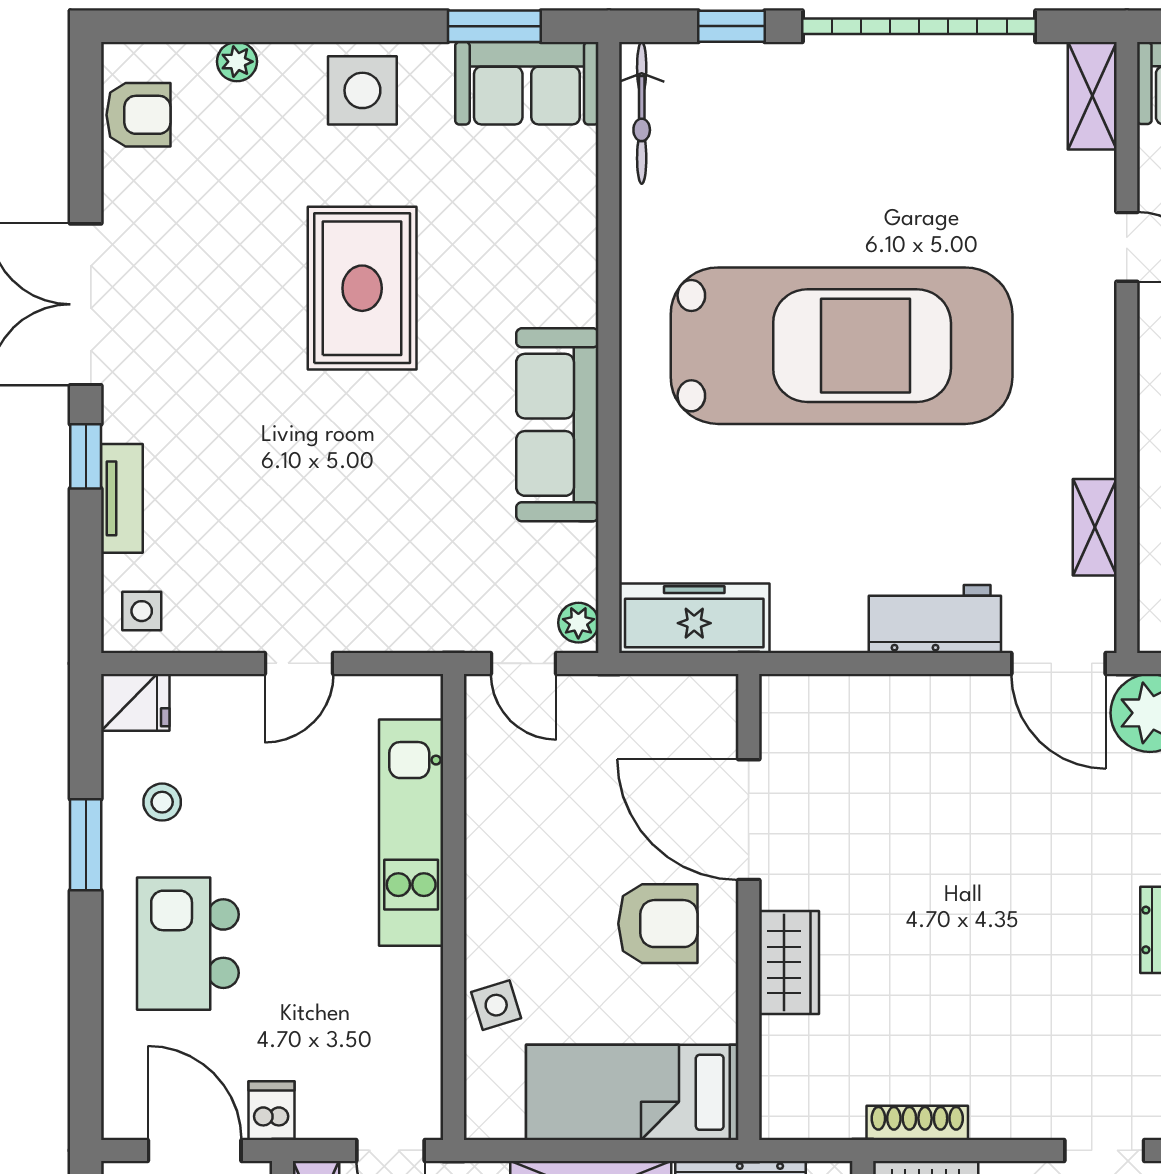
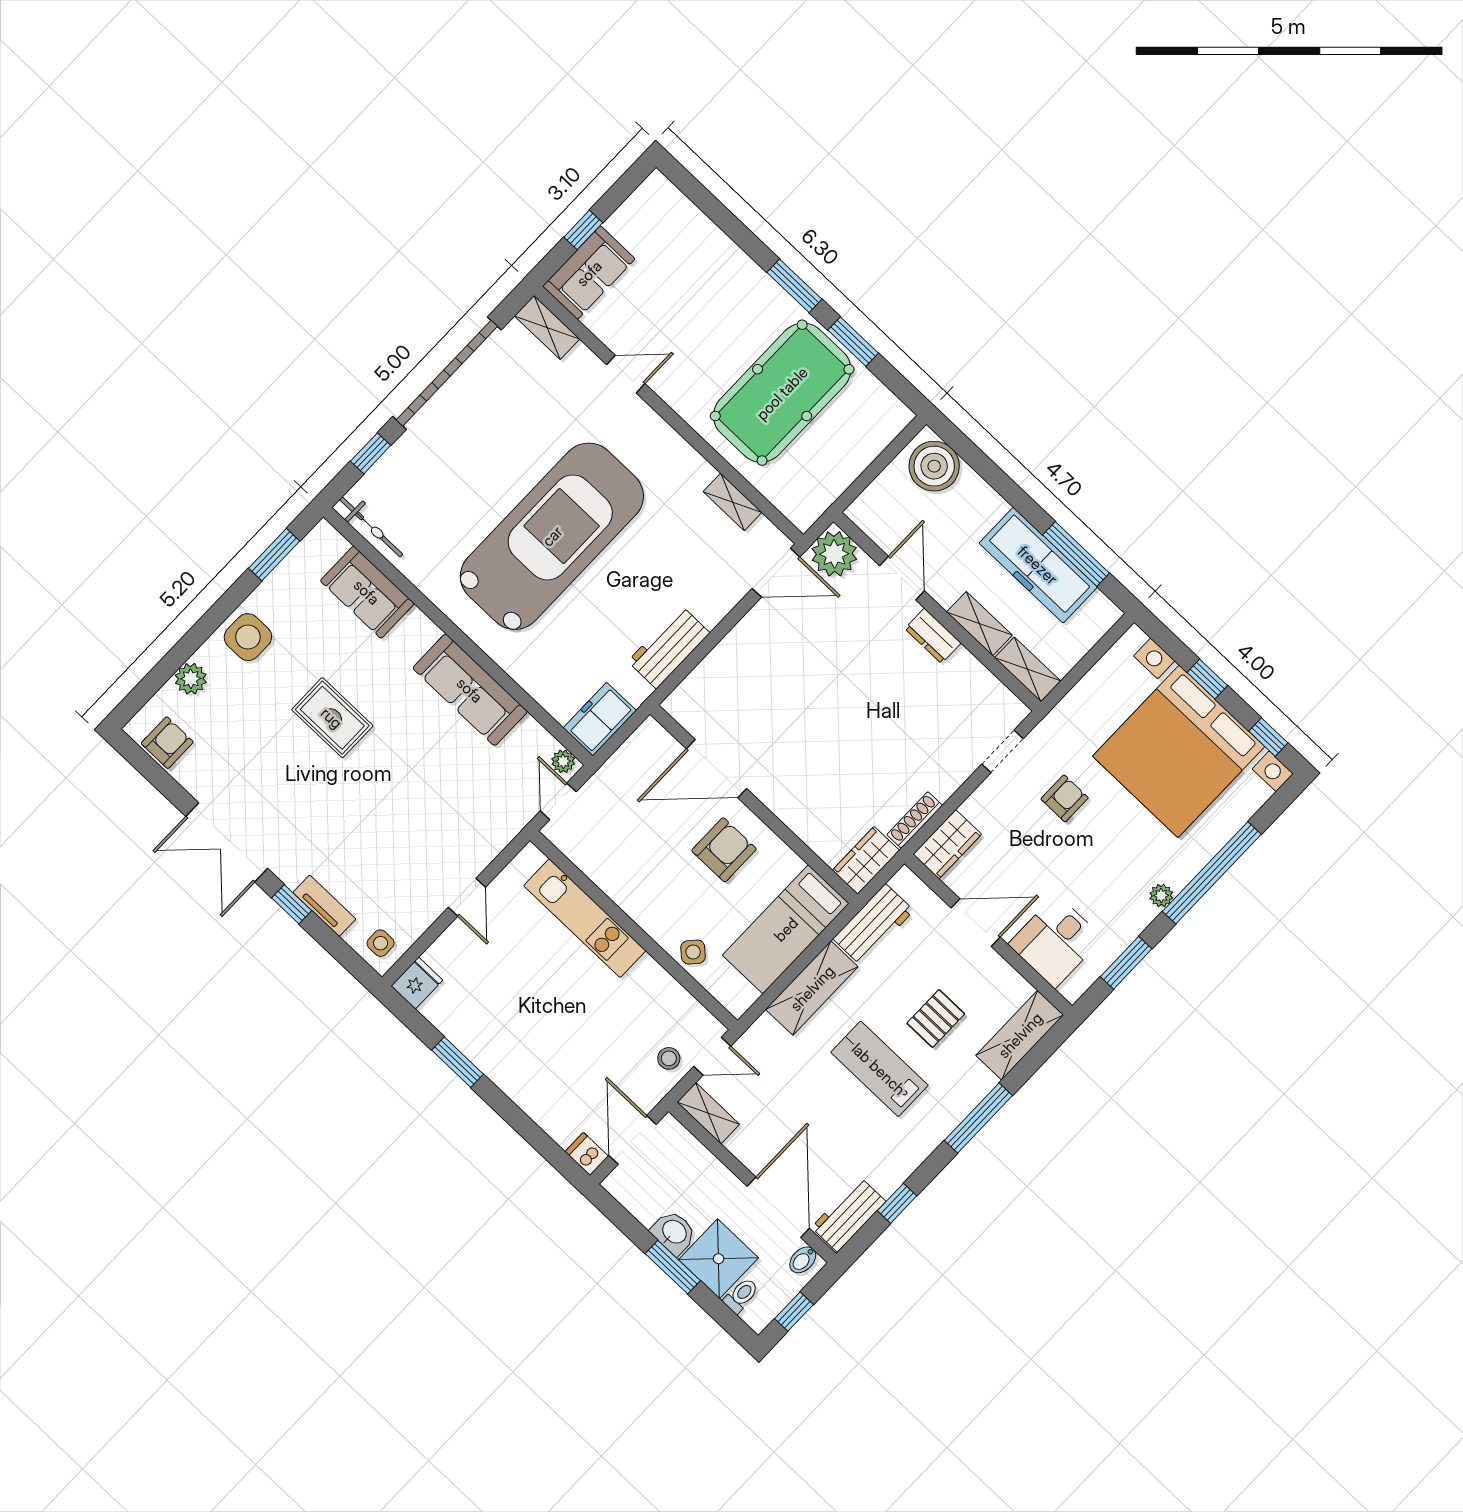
plant: (237, 62) -> (191, 679), width x1.38, depth x1.38
sofa: (527, 83) -> (367, 592), moved, turned 90
rug: (362, 288) -> (332, 718), width x0.73, depth x0.70
freezer: (694, 618) -> (600, 719), width x0.71
workbench: (935, 619) -> (669, 647), moved
door: (524, 663) -> (558, 801), swing flipped
stool: (162, 802) -> (669, 1058), moved
kitchen island: (188, 944) -> (541, 1059), removed
wardrobe: (789, 962) -> (866, 860), moved, turned -90
side table: (496, 1005) -> (693, 952), turned -31
dishwasher: (272, 1111) -> (587, 1154), moved
door: (195, 1150) -> (632, 1140), hinge flipped

